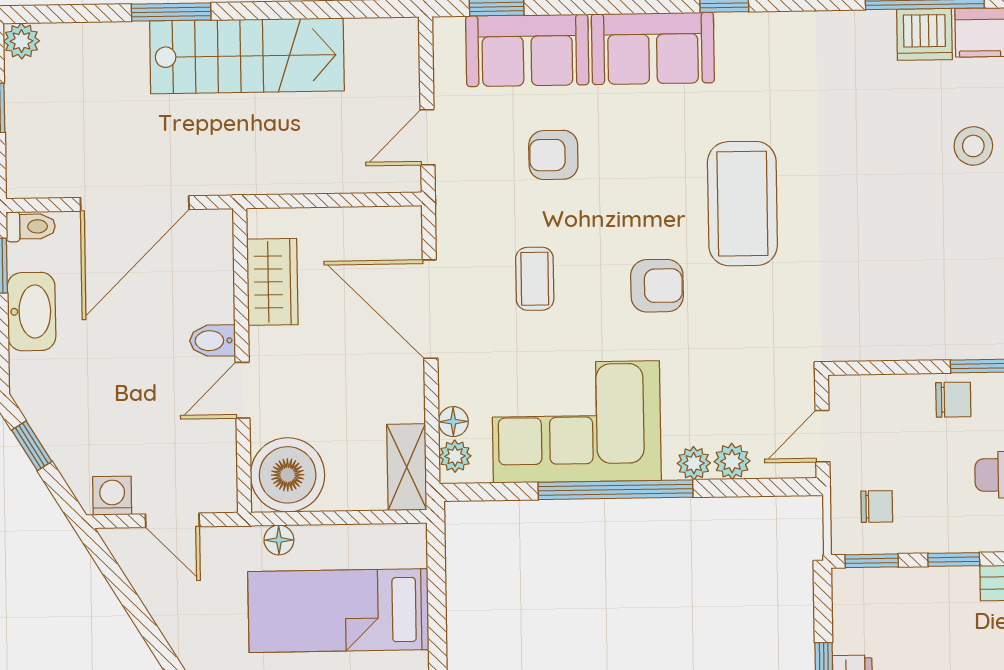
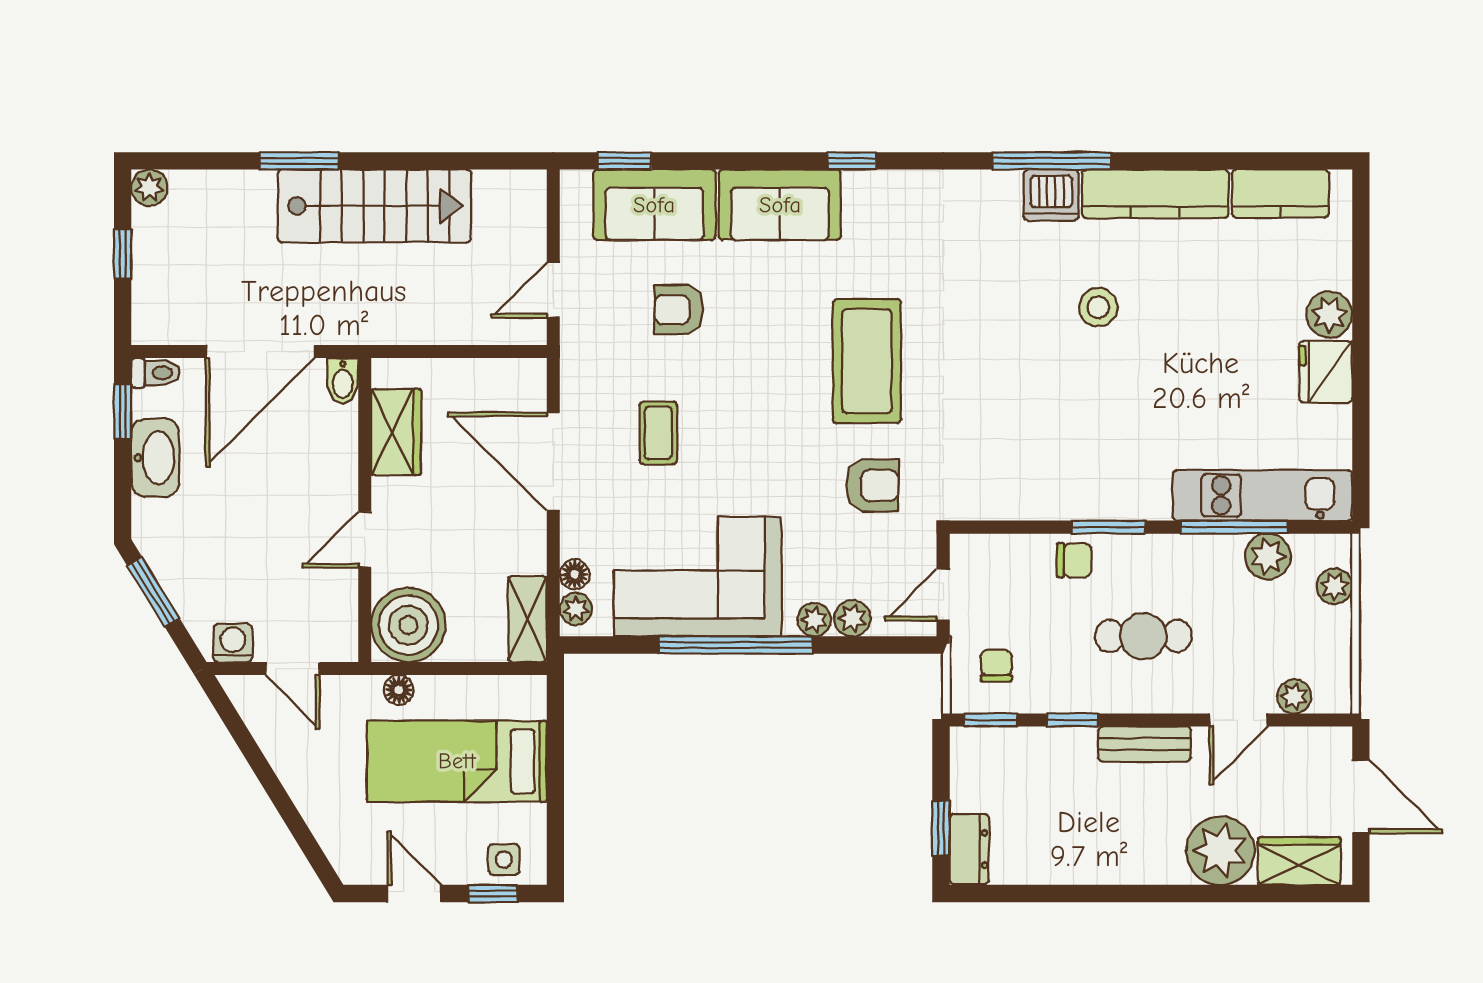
armchair: (657, 286) -> (872, 485), moved
bidet: (213, 341) -> (343, 381), moved, turned -90
window: (32, 446) -> (153, 592), width x1.50
chair: (877, 506) -> (996, 666), turned -90

